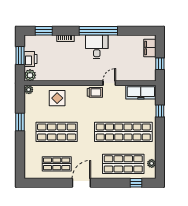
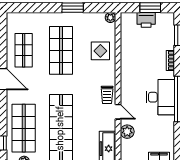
desk: (97, 47) -> (160, 97), width x1.37
plant: (30, 75) -> (127, 132), moved

